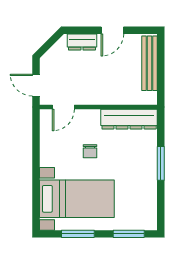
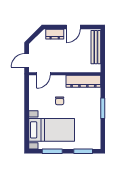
door: (36, 85) -> (27, 60), hinge flipped

